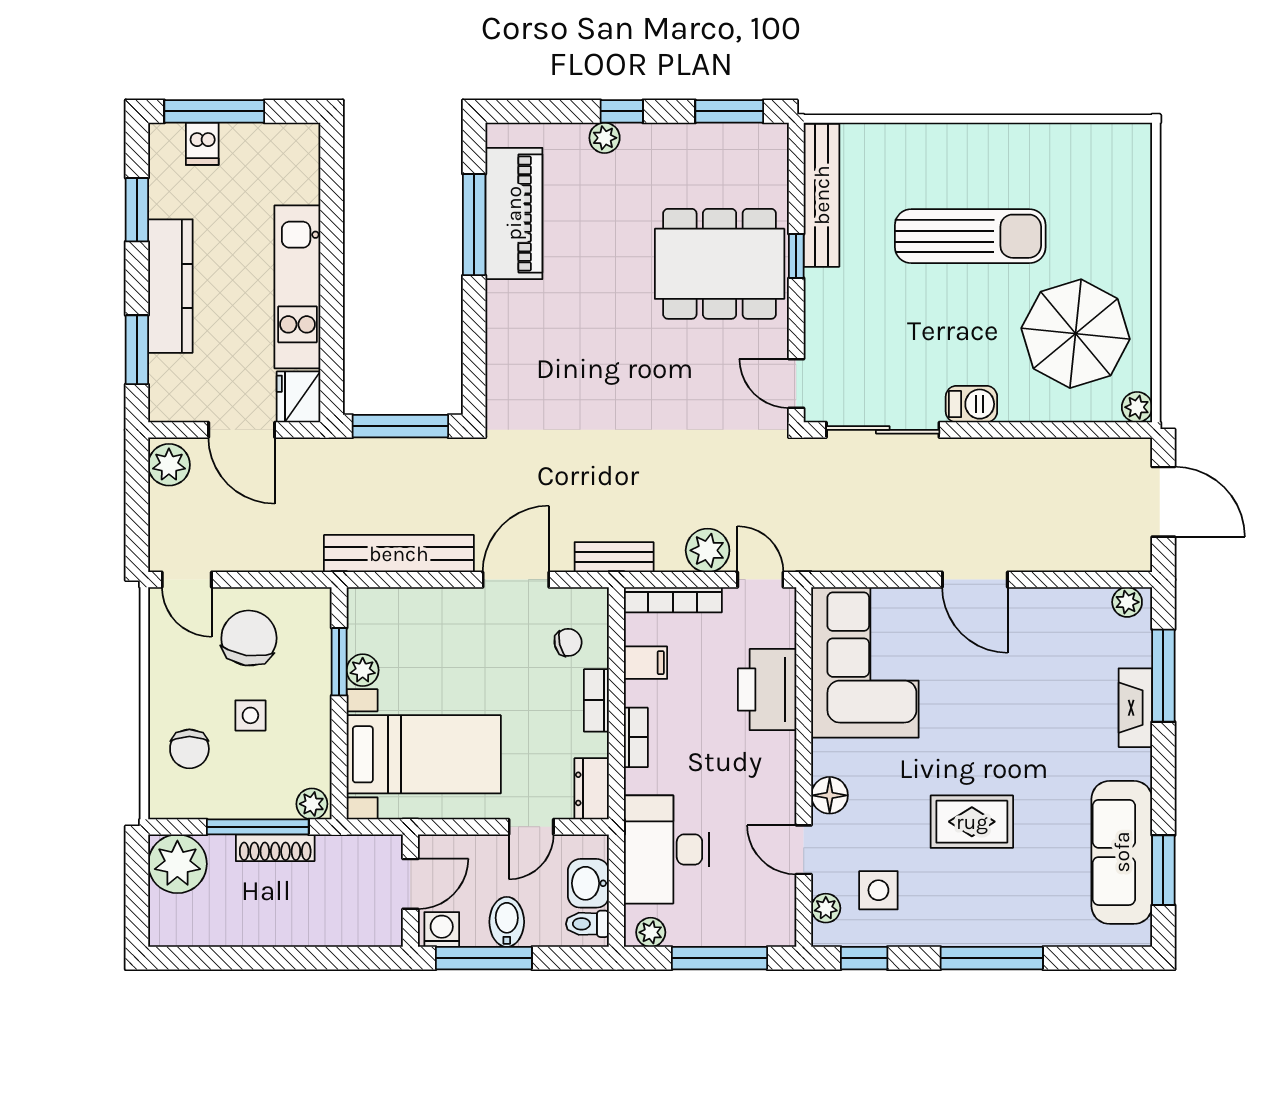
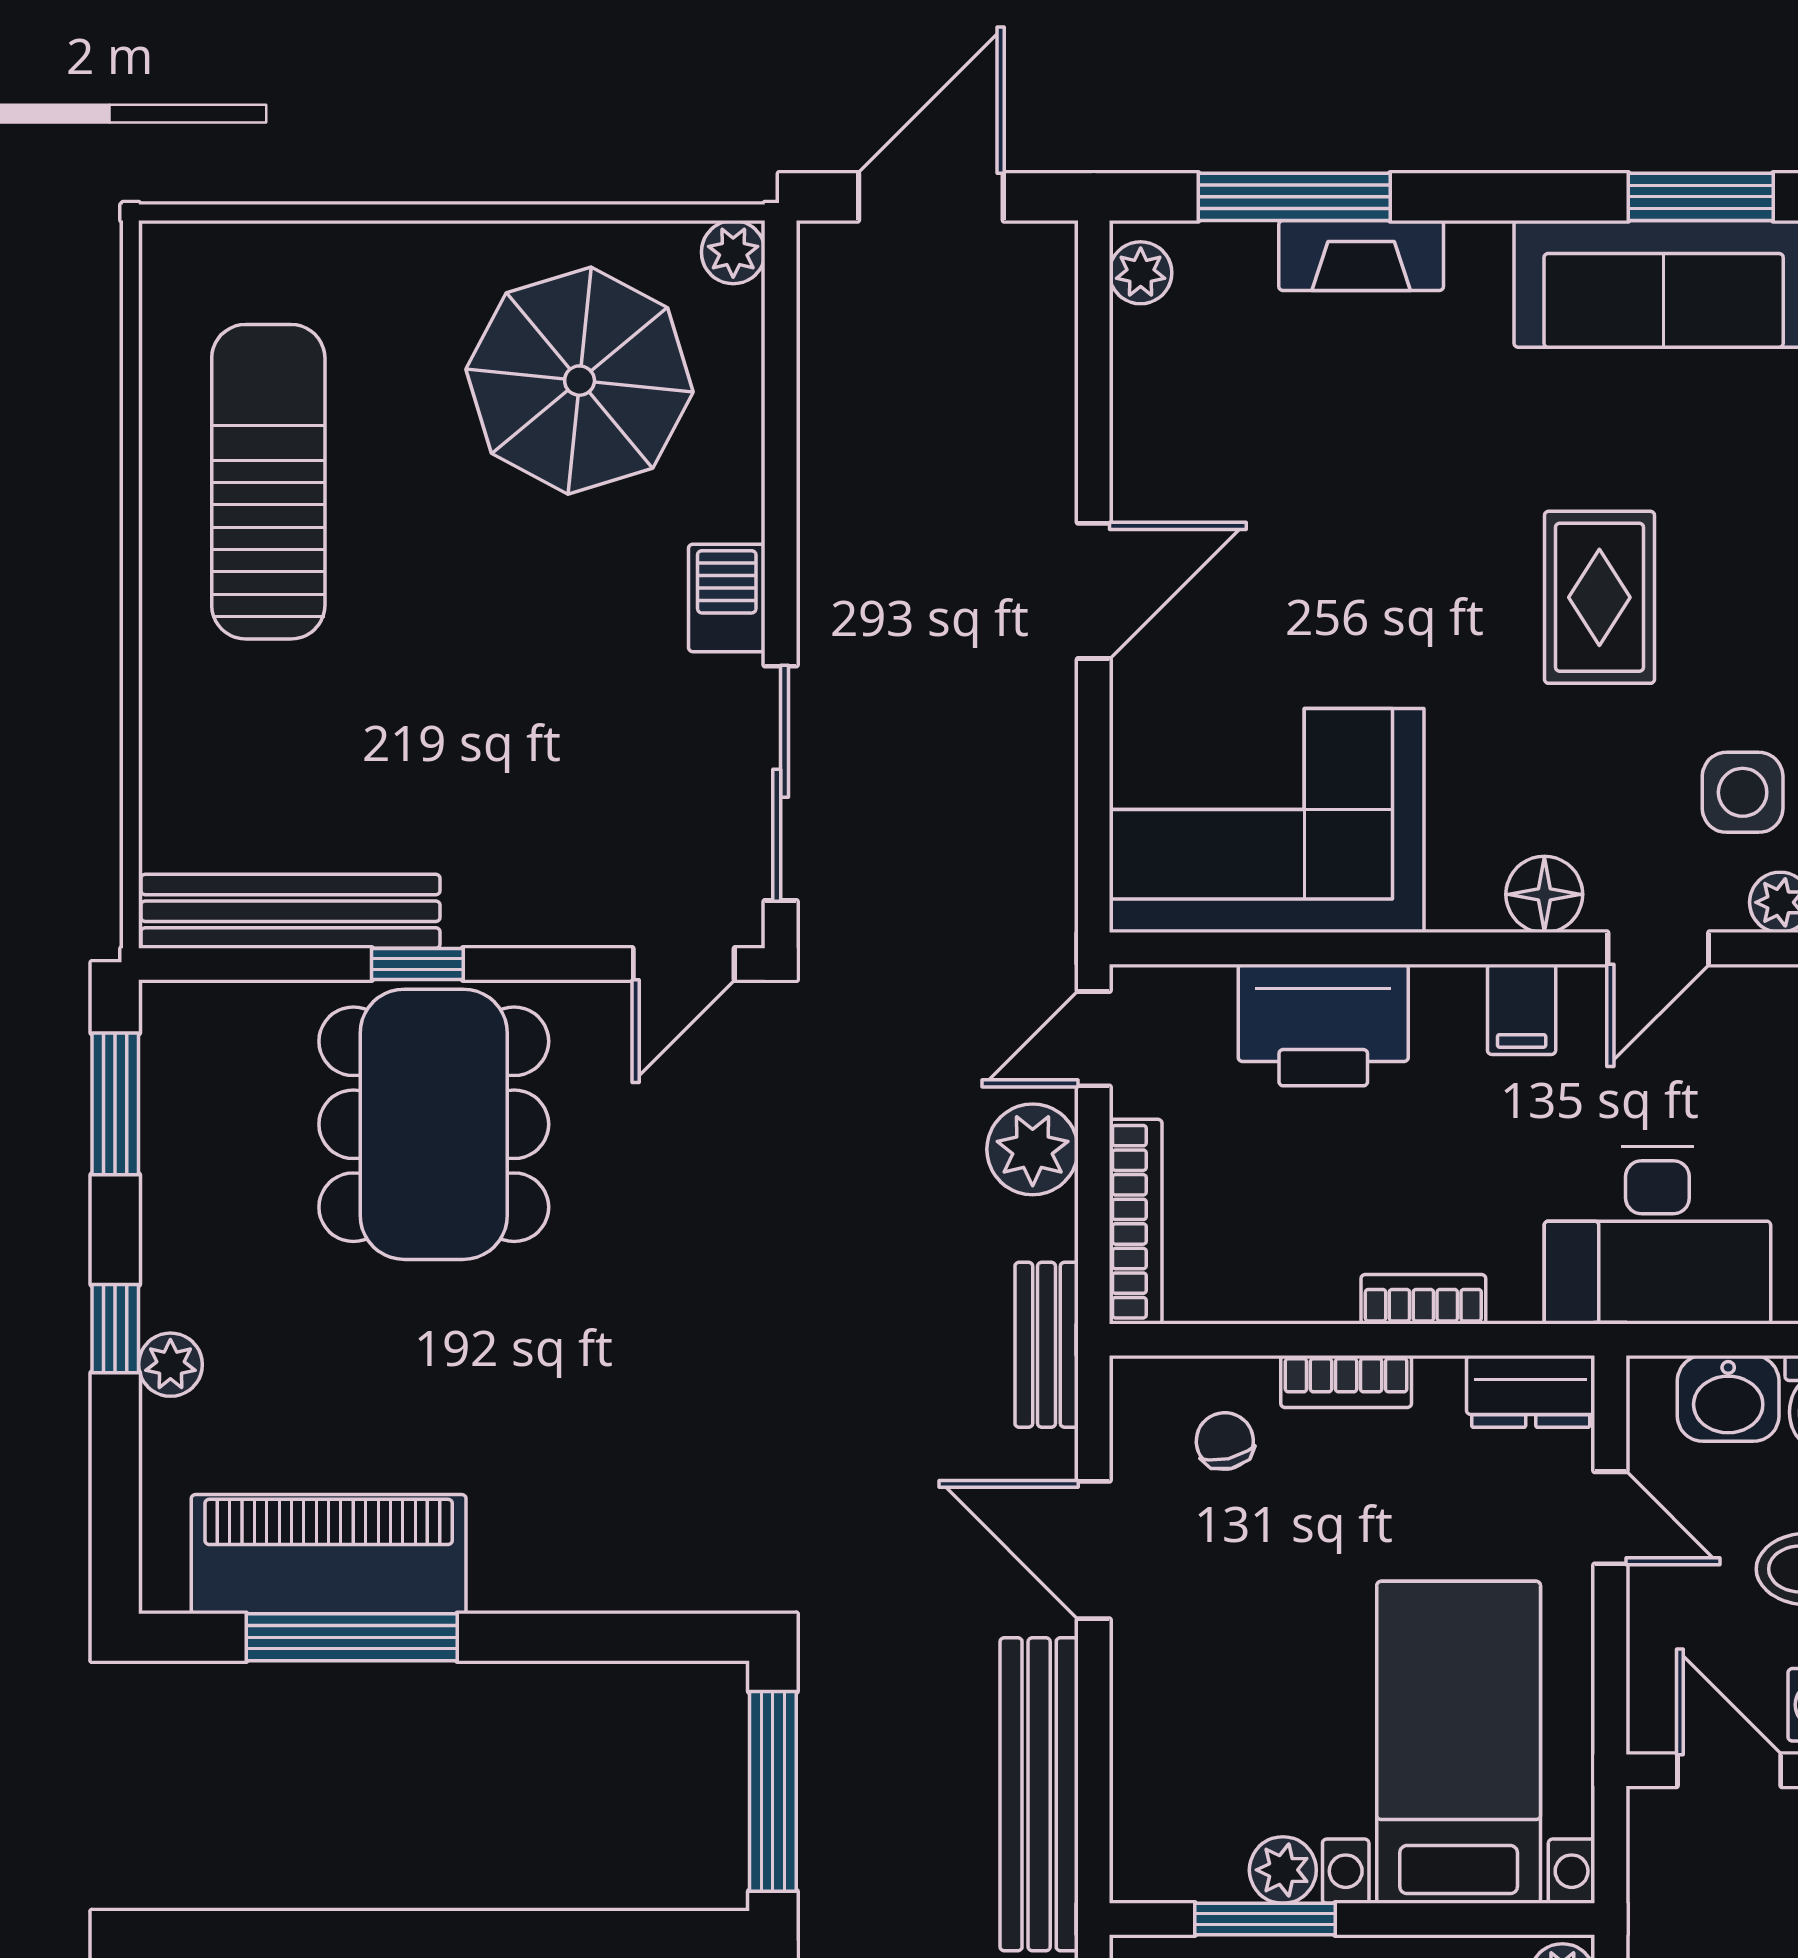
sun lounger: (970, 236) -> (268, 482), moved
filing cabinet: (646, 663) -> (1522, 1009), moved, turned 180

